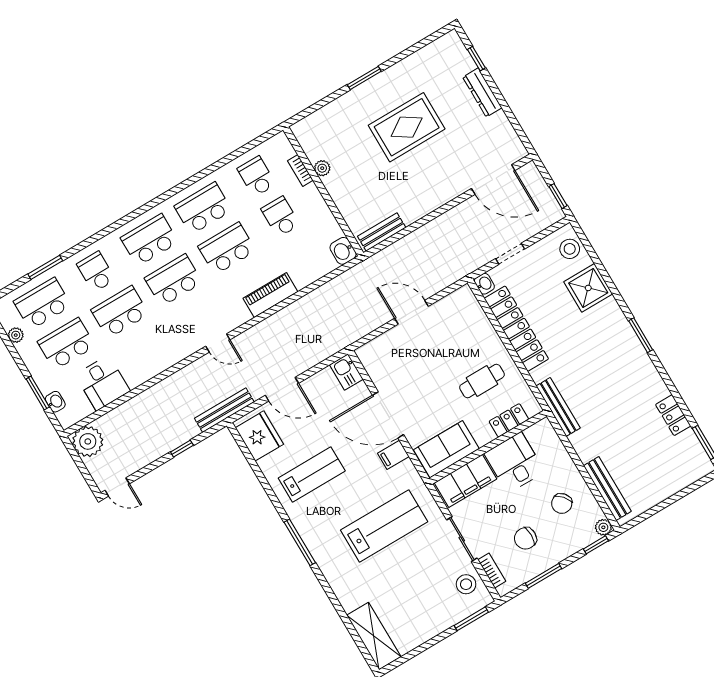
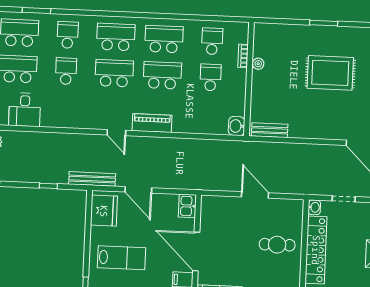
piano: (270, 295) -> (152, 123), moved
school desk: (120, 312) -> (66, 71), width x0.54
cafe table: (482, 381) -> (277, 245), moved

